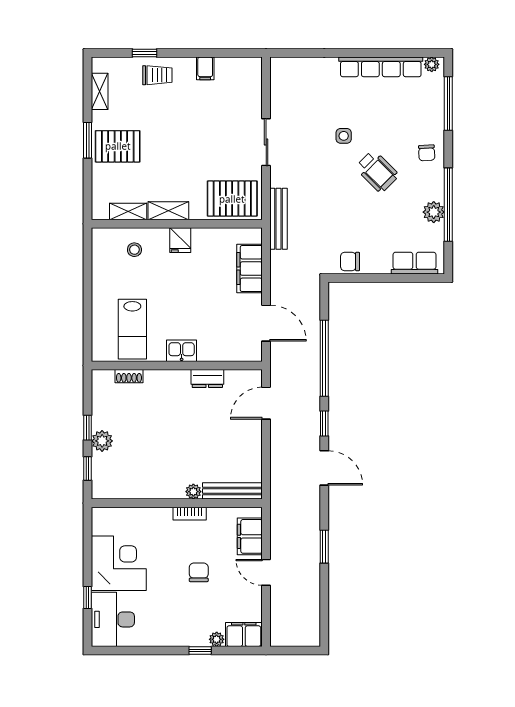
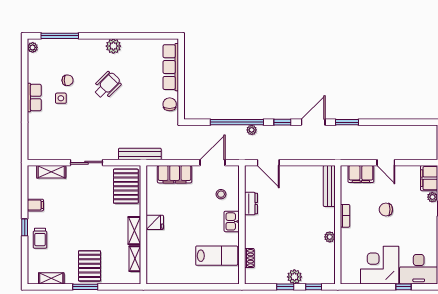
window: (145, 53) -> (25, 227), moved
row of seats: (381, 67) -> (34, 97), width x0.50
trolley: (157, 75) -> (40, 238), turned 180
shelving: (253, 91) -> (51, 172), added
side table: (344, 136) -> (61, 98), moved
chair: (427, 153) -> (68, 80), moved
window: (448, 205) -> (130, 36), removed
plant: (434, 212) -> (113, 46), moved
stool: (134, 250) -> (221, 194), moved
chair: (350, 261) -> (170, 104), turned 180
row of seats: (414, 263) -> (171, 67), width x1.48
plant: (313, 379) -> (252, 130), added
plant: (193, 492) -> (330, 237), moved
window: (324, 547) -> (347, 122), moved
door: (266, 572) -> (386, 163), hinge flipped

